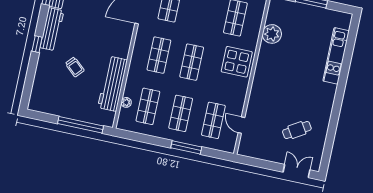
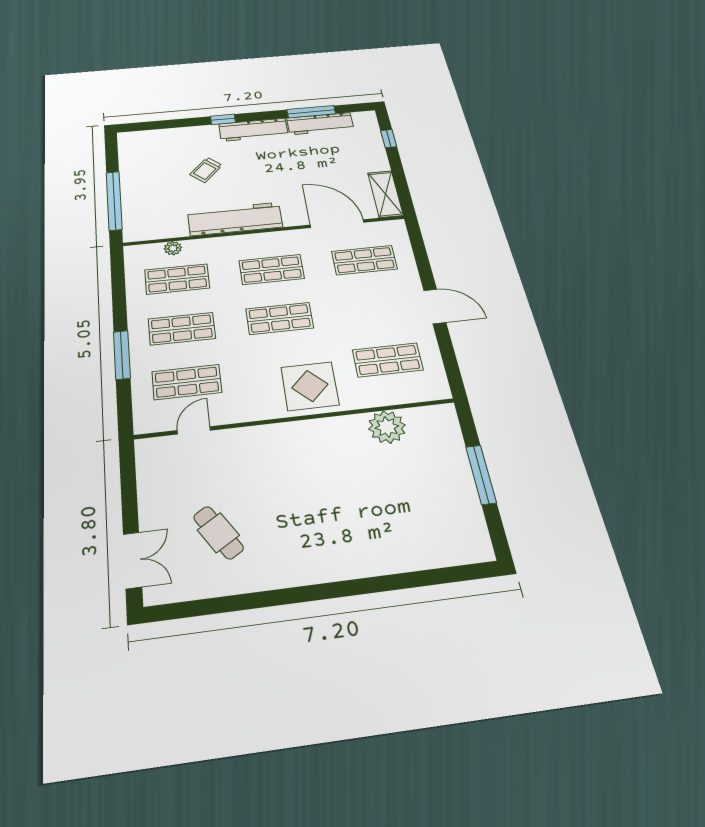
kitchen unit: (336, 56) -> (398, 557), removed
workbench: (113, 84) -> (235, 219), moved

